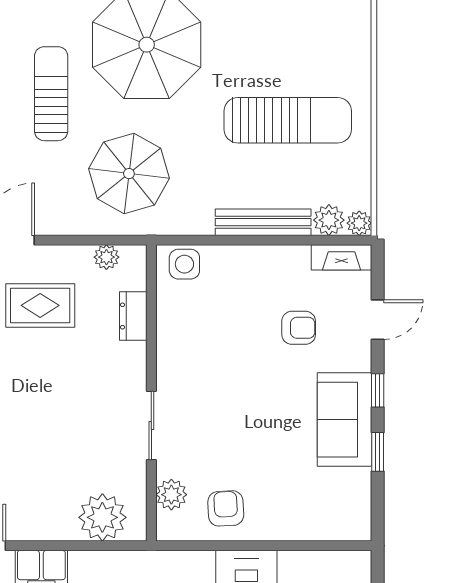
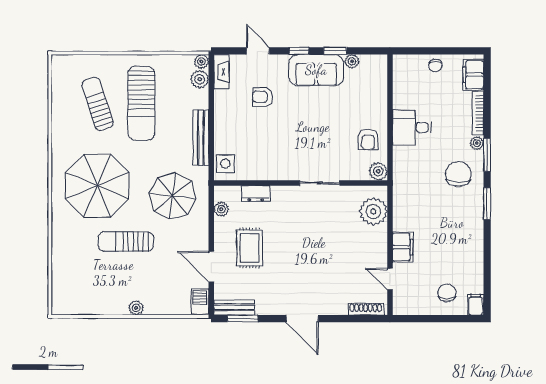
sun lounger: (287, 45) -> (97, 104), added
sun lounger: (288, 120) -> (141, 103), turned 180
bench: (263, 222) -> (201, 138), moved
armchair: (299, 328) -> (263, 97), turned -90
plant: (360, 481) -> (352, 61), added
plant: (171, 495) -> (378, 171), moved
armchair: (226, 508) -> (368, 139), turned -87

